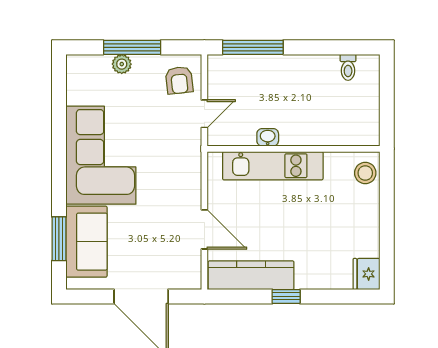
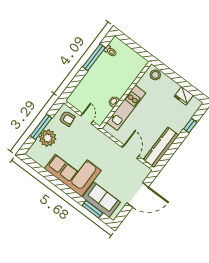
window: (253, 47) -> (94, 57), moved
plant: (122, 64) -> (48, 138), width x1.88, depth x1.88
door: (204, 229) -> (130, 152), hinge flipped
fridge: (366, 274) -> (184, 96), moved
window: (286, 296) -> (190, 126), moved

